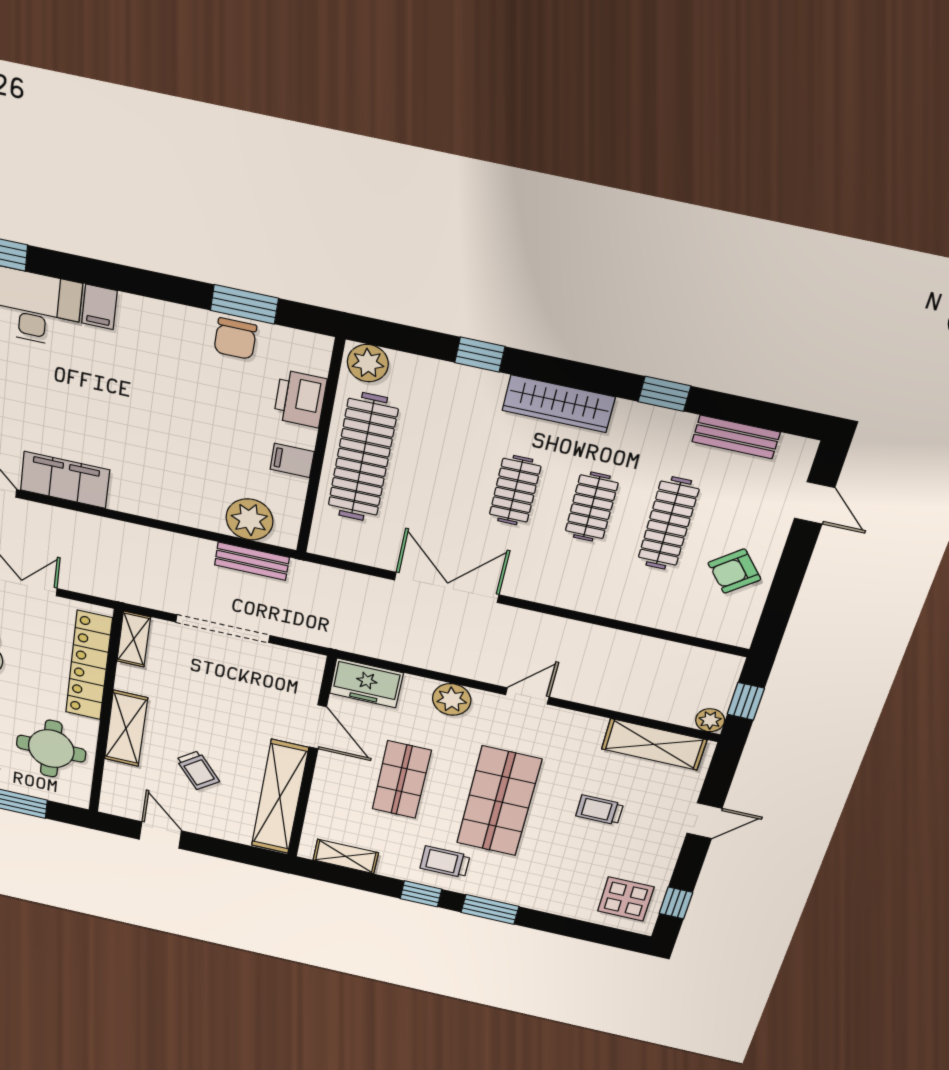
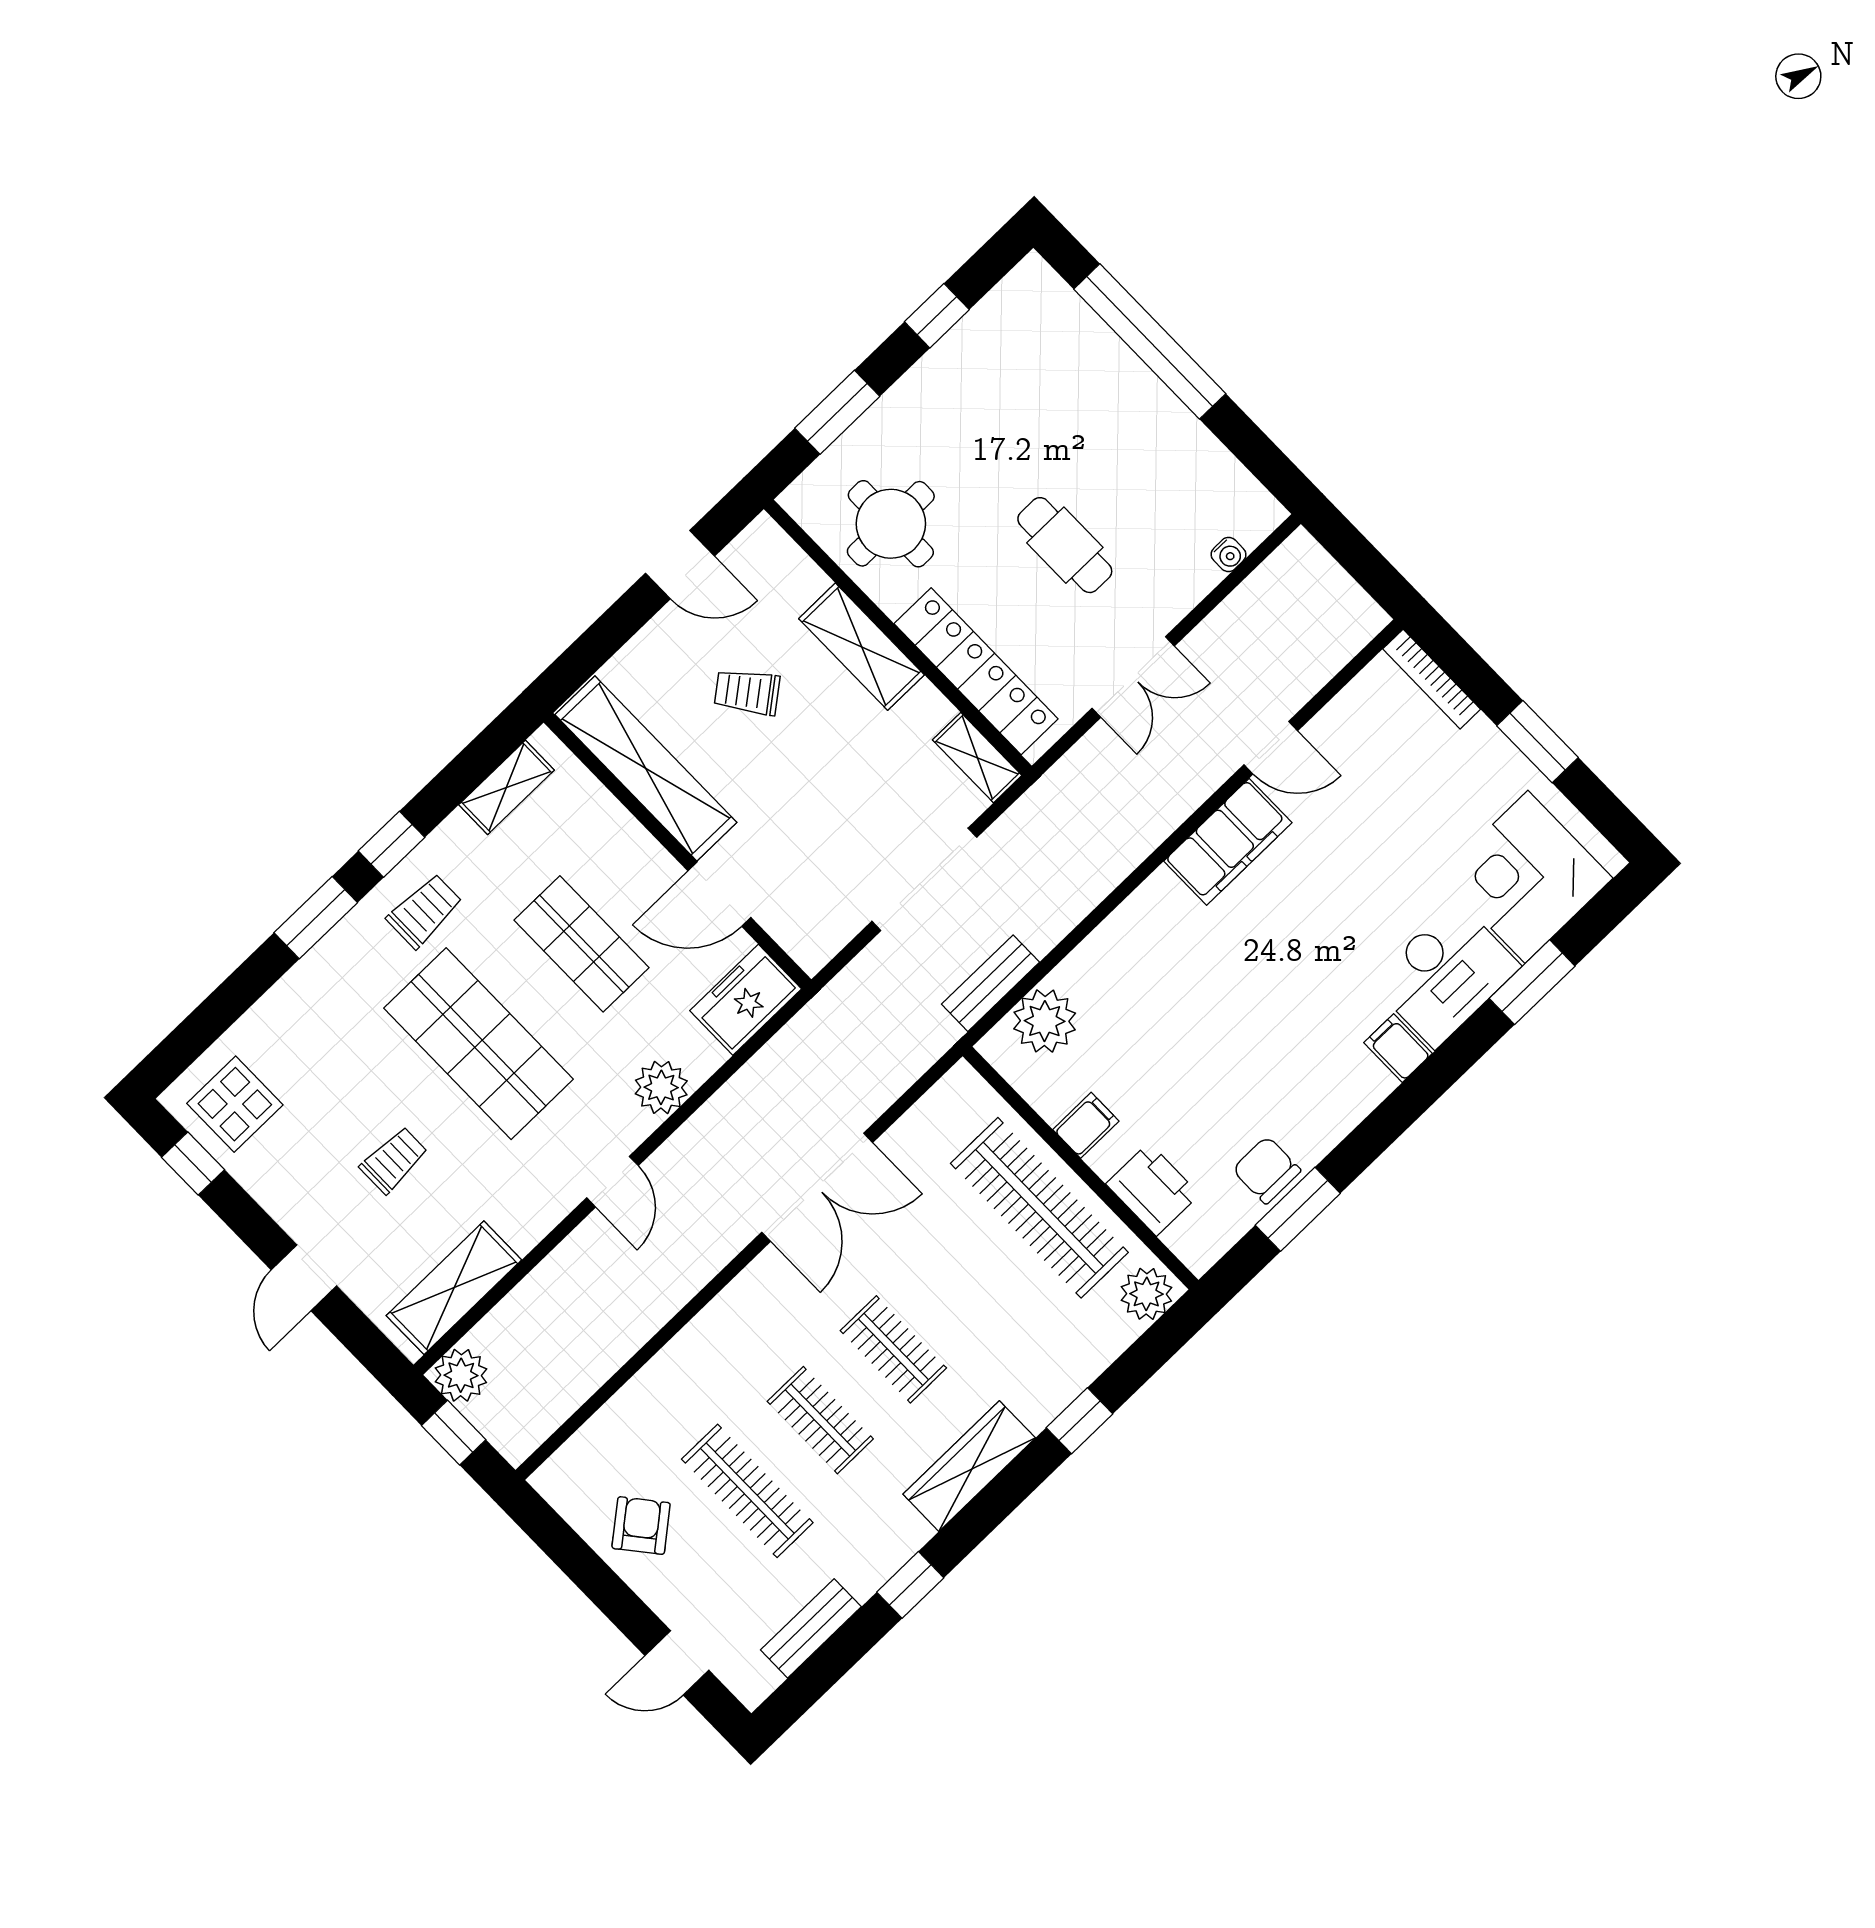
plant: (710, 720) -> (461, 1375), width x1.38, depth x1.38

